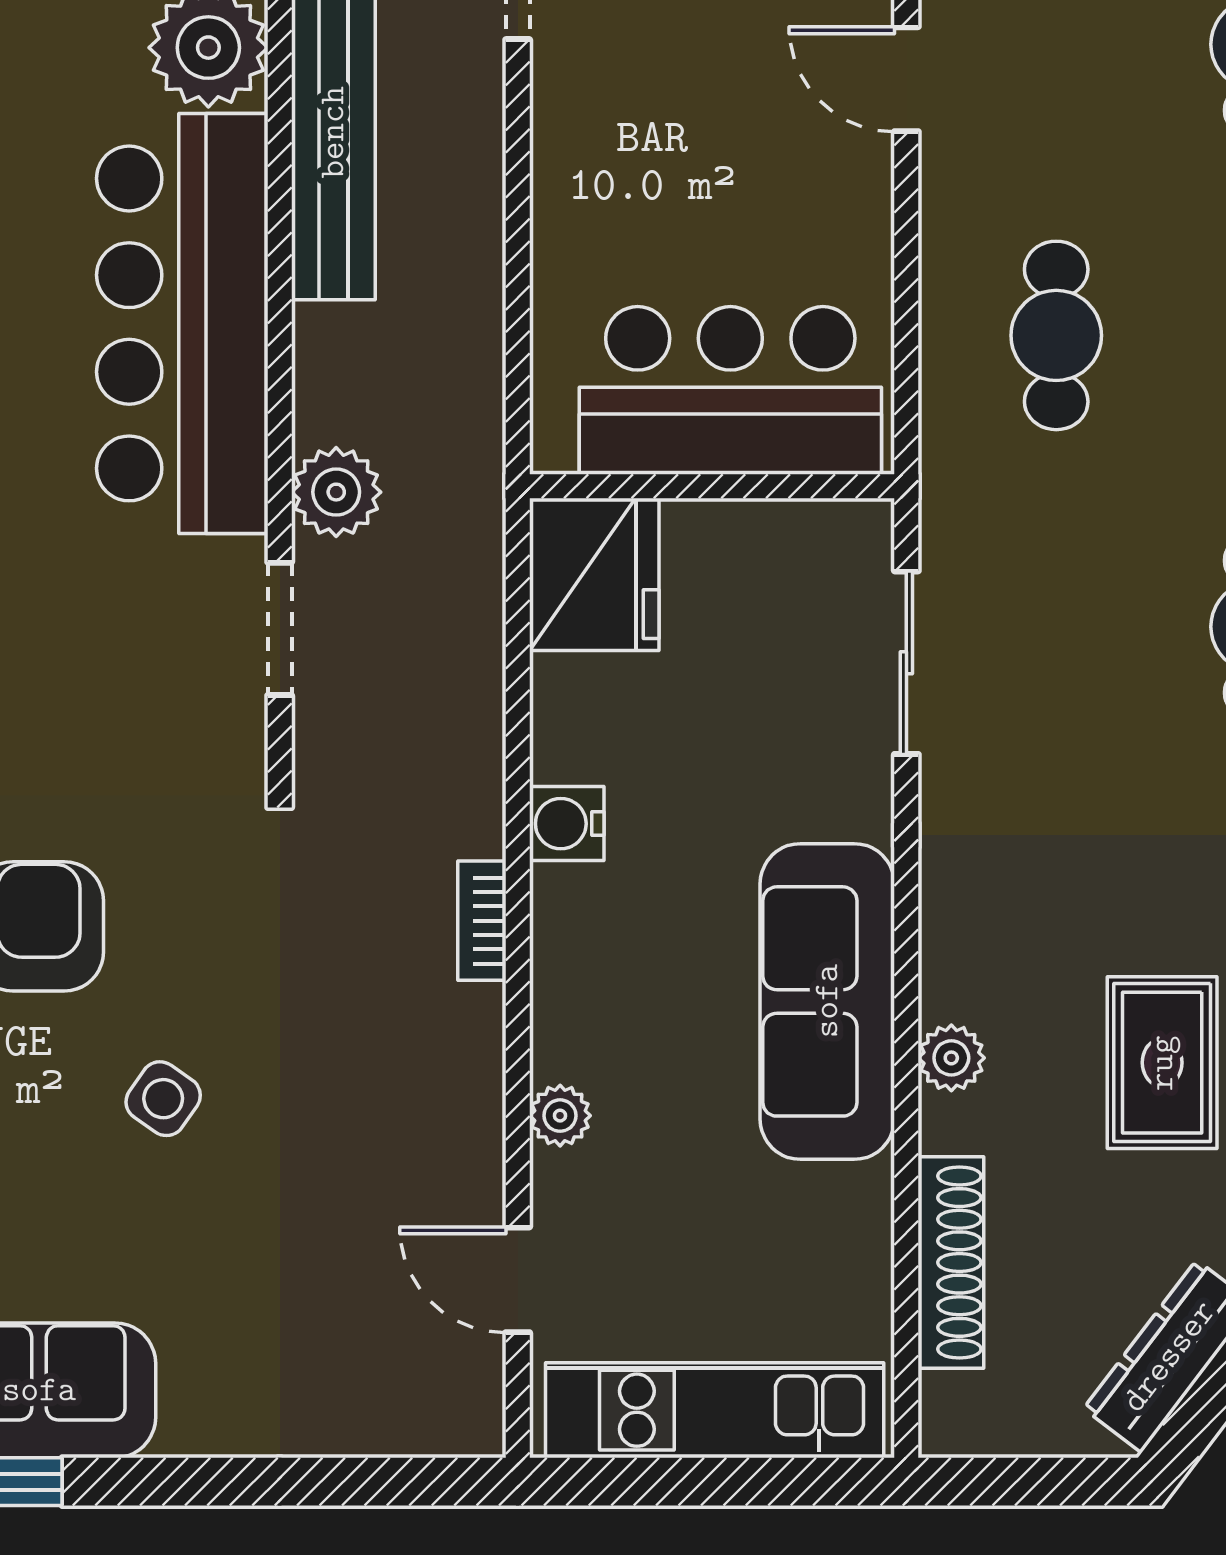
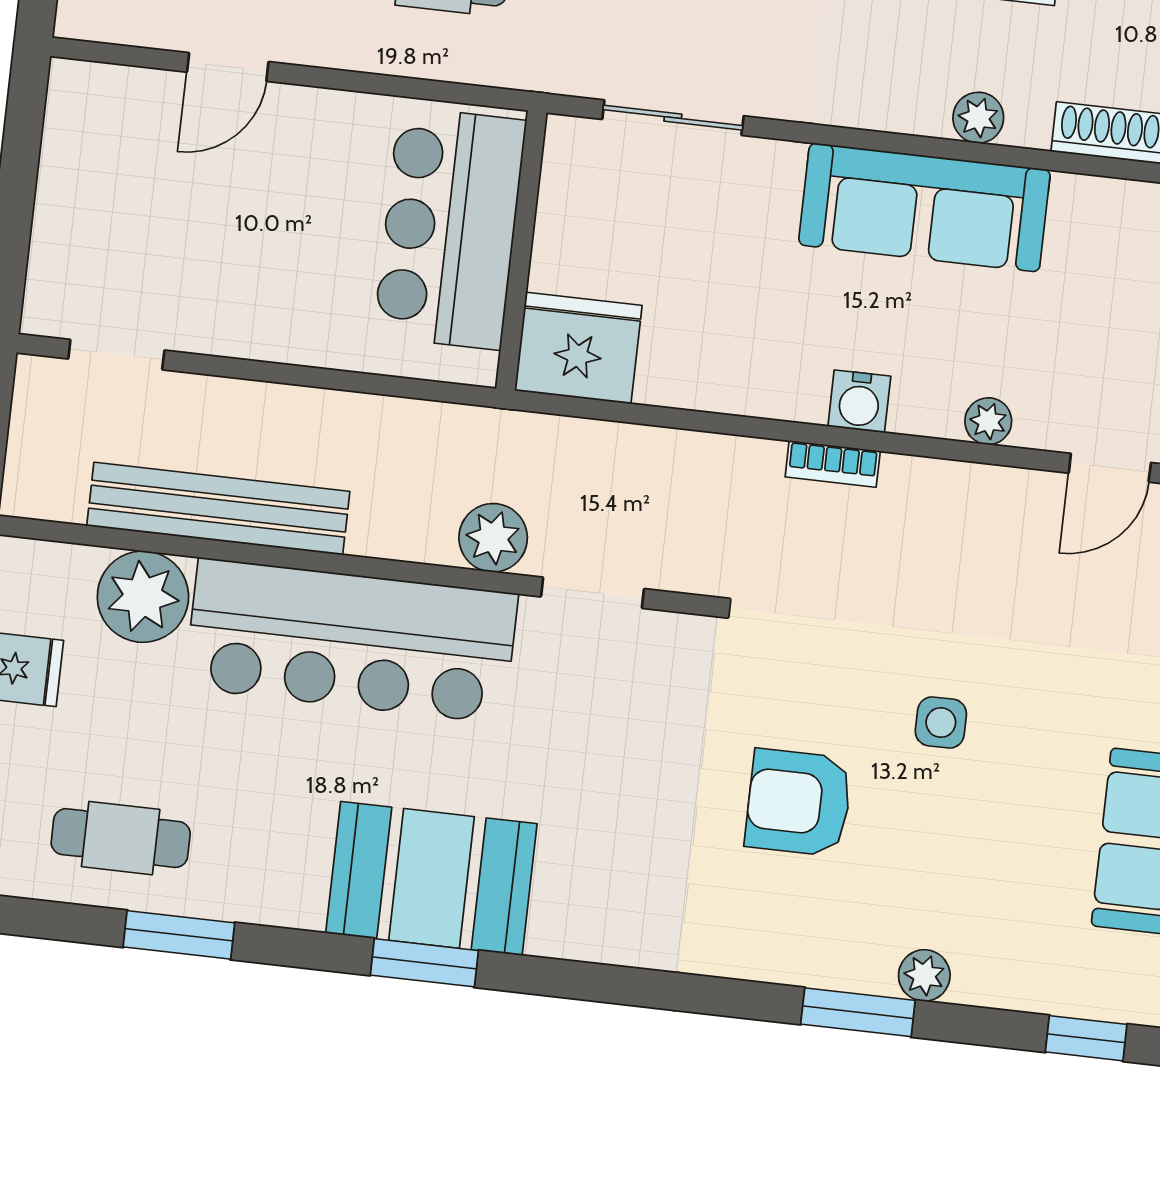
water cooler: (567, 824) -> (859, 401), moved
side table: (163, 1099) -> (941, 722), turned -35

